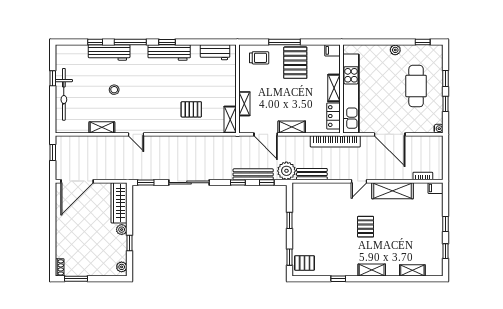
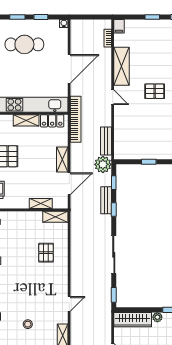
bench: (253, 174) -> (106, 200), width x0.73

